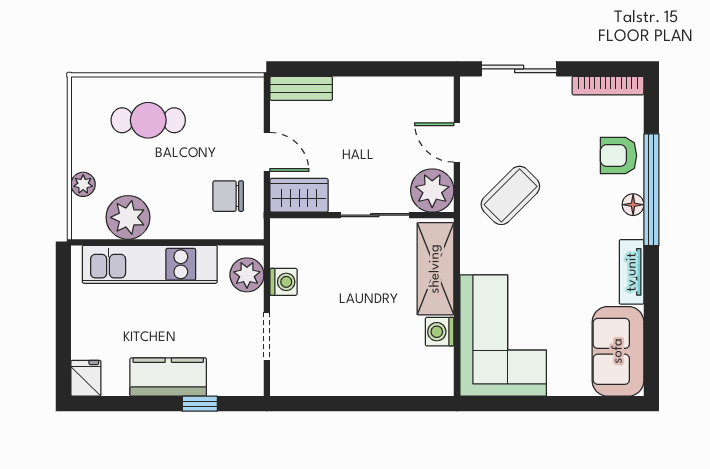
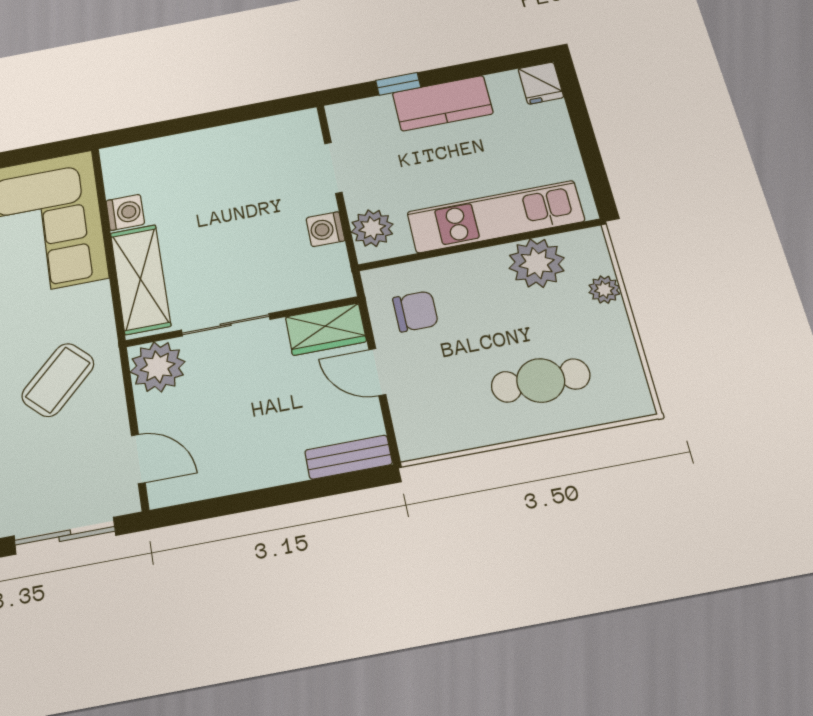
door: (457, 143) -> (138, 459), moved

